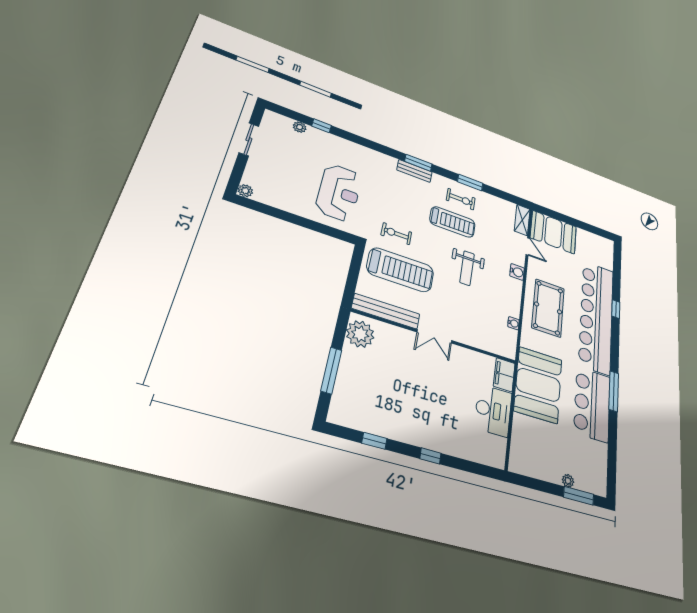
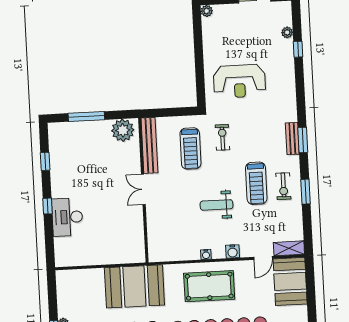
treadmill: (400, 270) -> (190, 149), width x0.73, depth x0.73
water cooler: (513, 323) -> (206, 254), moved
filing cabinet: (504, 375) -> (132, 255), removed
desk: (493, 410) -> (67, 217), moved, turned 90

